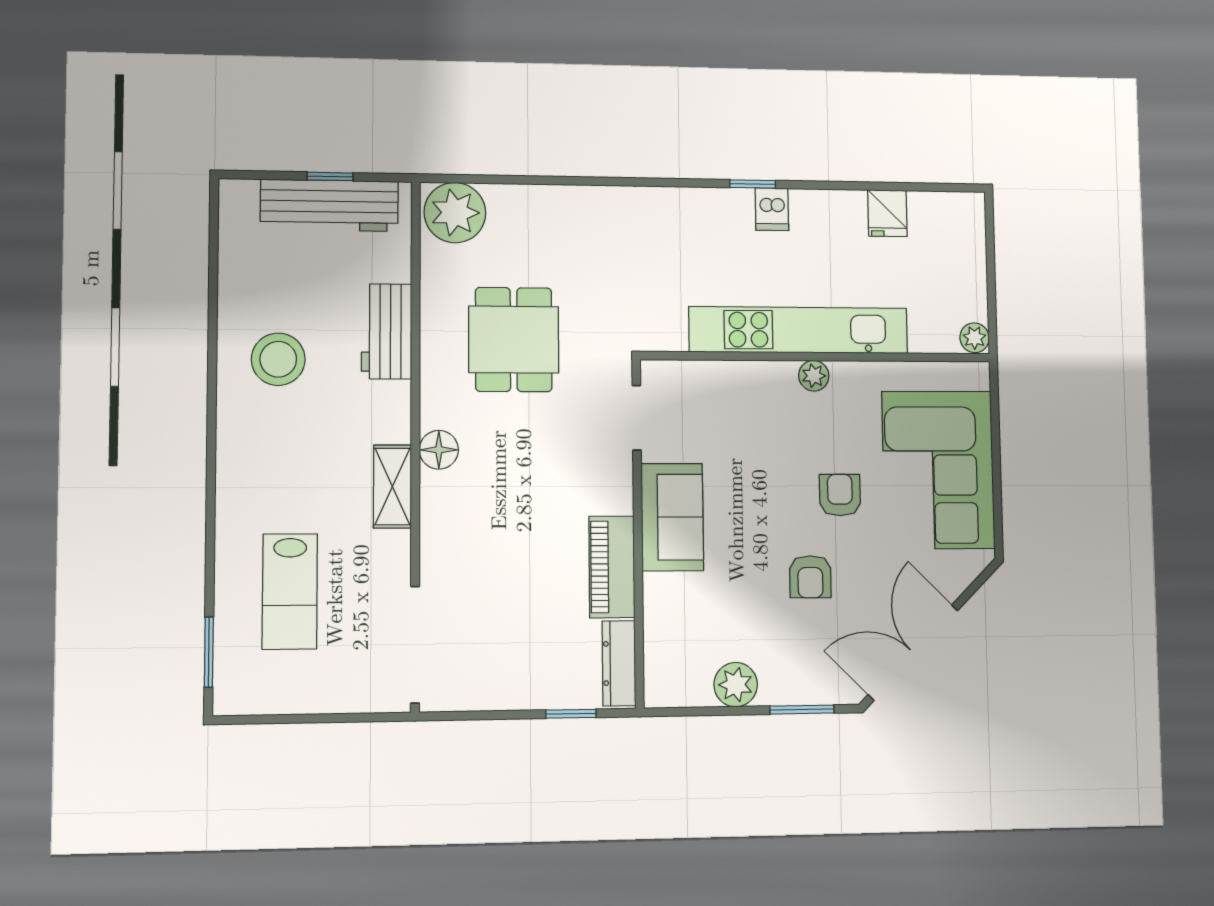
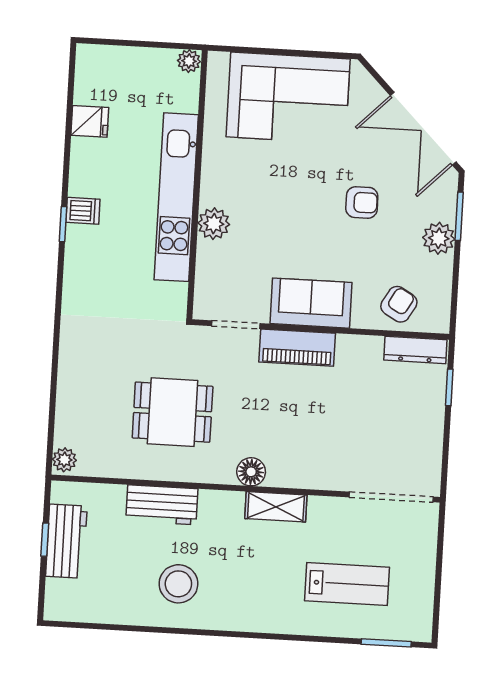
workbench: (329, 205) -> (66, 541), width x0.73
plant: (455, 213) -> (64, 460), width x0.53, depth x0.53
plant: (814, 376) -> (214, 224), moved, width x1.38, depth x1.38
armchair: (840, 495) -> (399, 304), moved, turned 120
piano: (612, 567) -> (297, 348), moved
plant: (736, 685) -> (439, 238), moved

